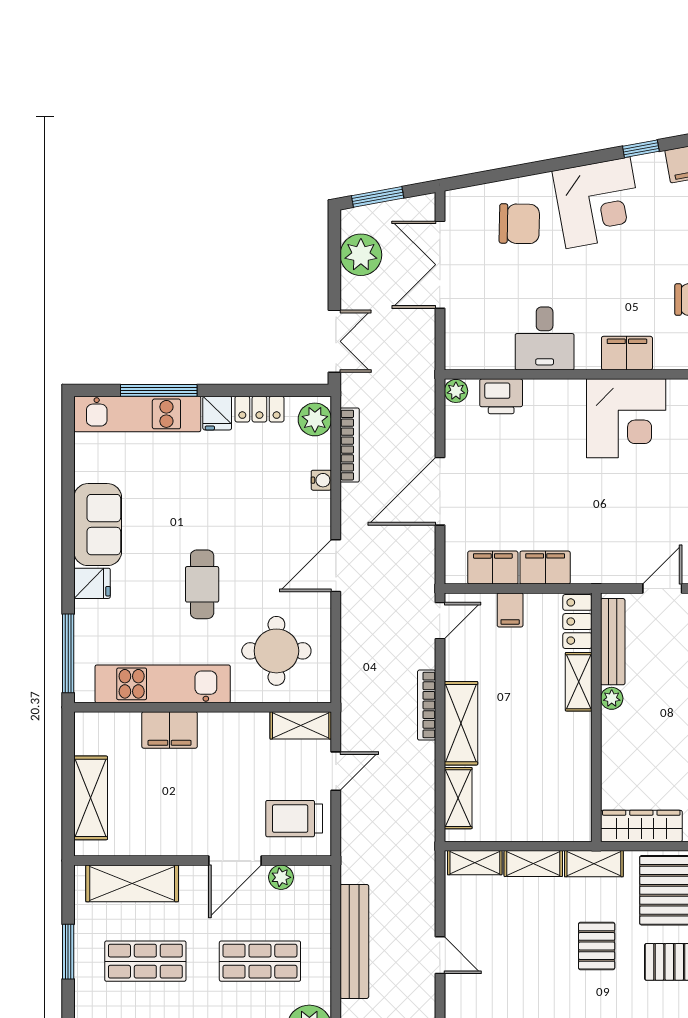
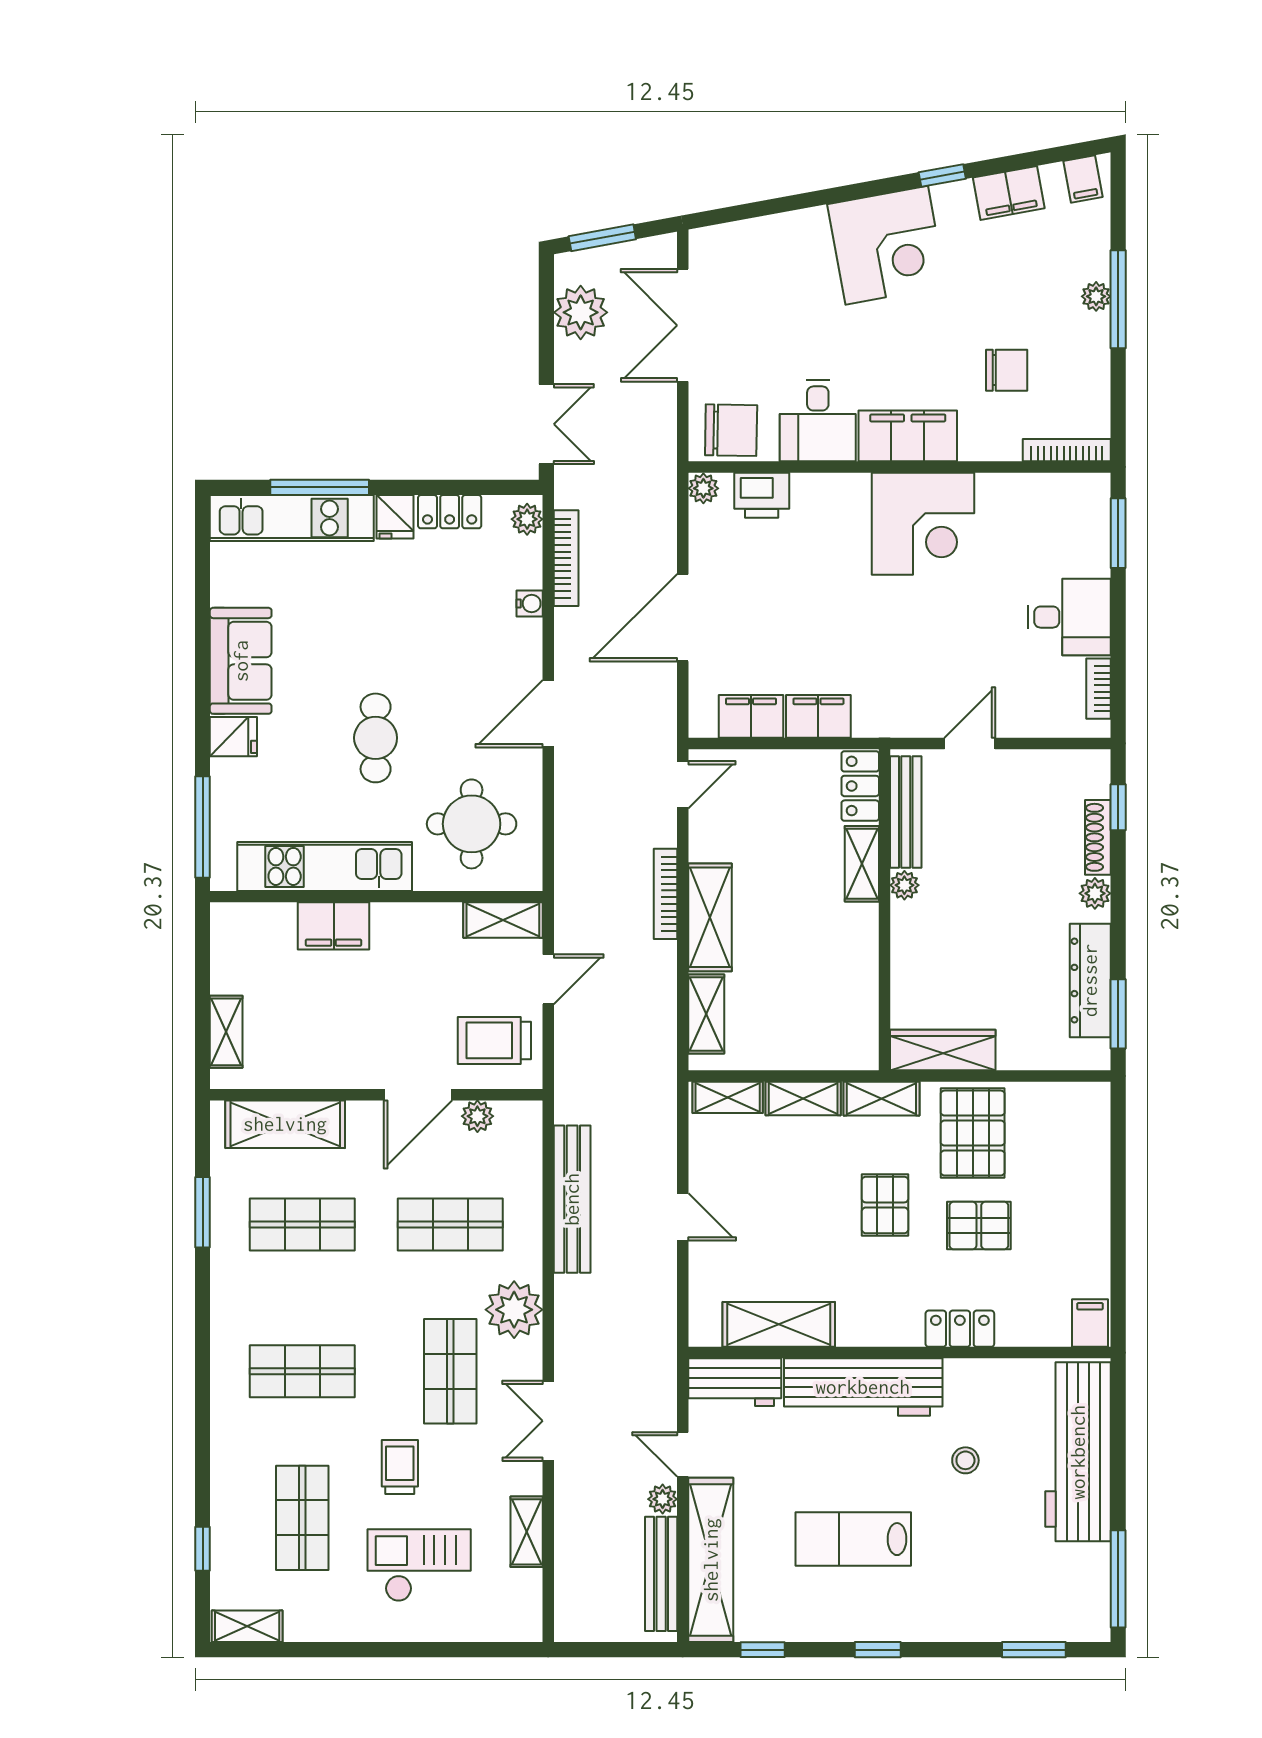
chair: (519, 224) -> (731, 430), moved
filing cabinet: (627, 353) -> (908, 436), width x1.50, depth x1.17
plant: (315, 419) -> (527, 519), width x0.73, depth x0.73
filing cabinet: (510, 610) -> (773, 771), removed
shelving: (91, 798) -> (226, 1032), width x0.67, depth x0.75

